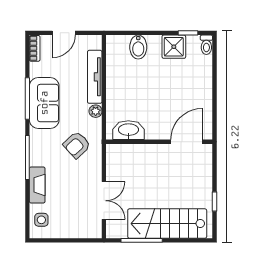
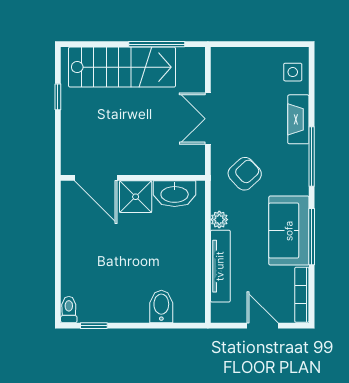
door: (64, 33) -> (262, 326), hinge flipped
shower: (174, 47) -> (136, 197), moved
bookcase: (35, 48) -> (302, 295), width x1.56
door: (187, 142) -> (96, 178), hinge flipped
double door: (104, 201) -> (208, 119), moved

